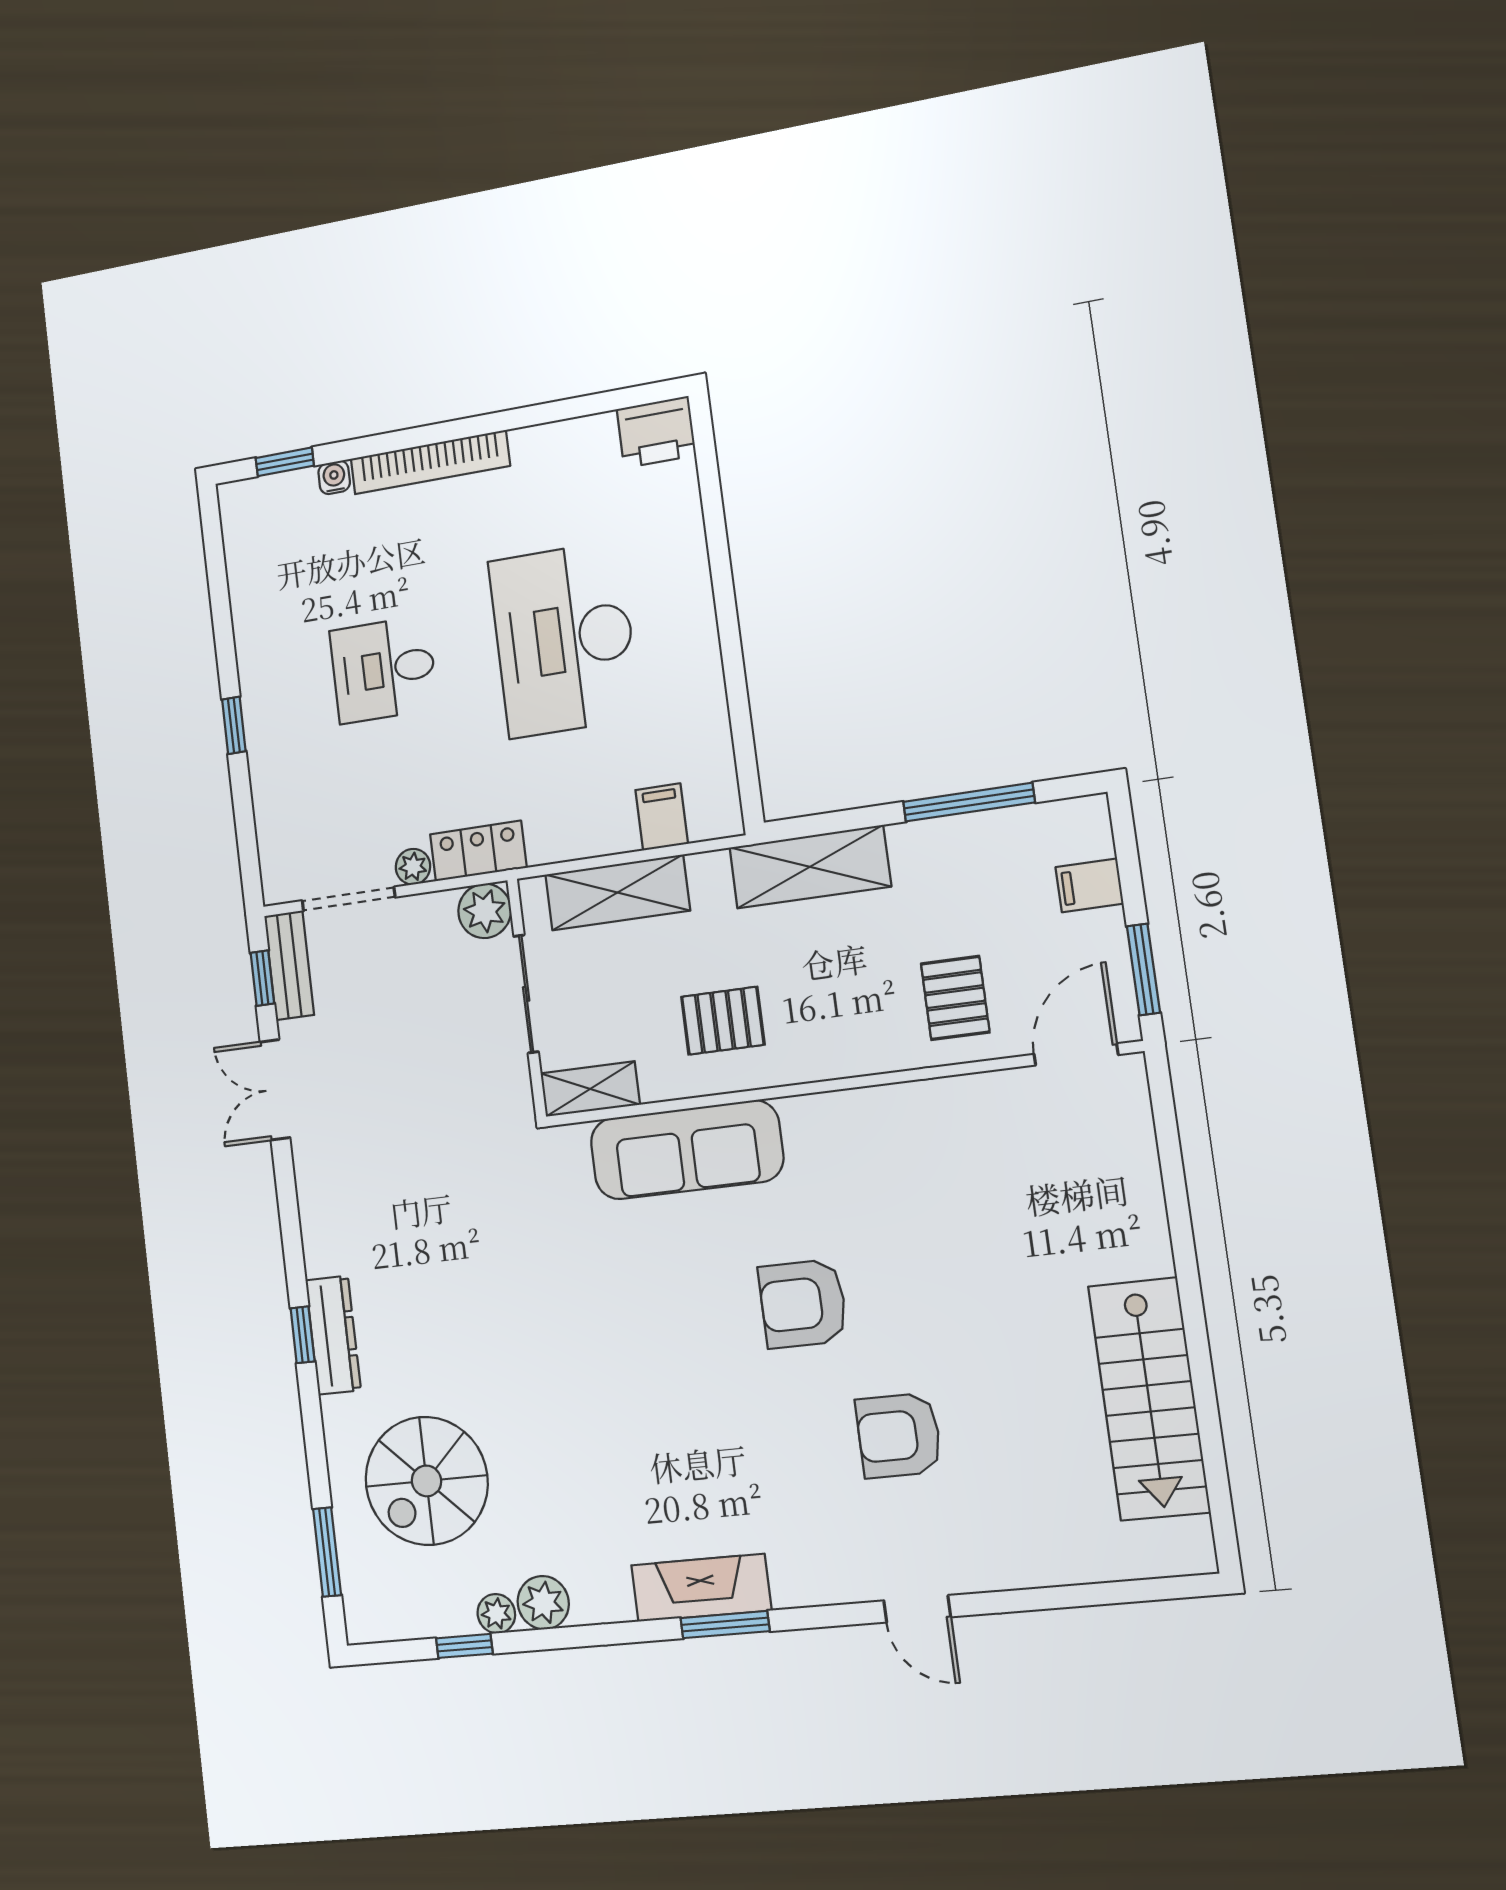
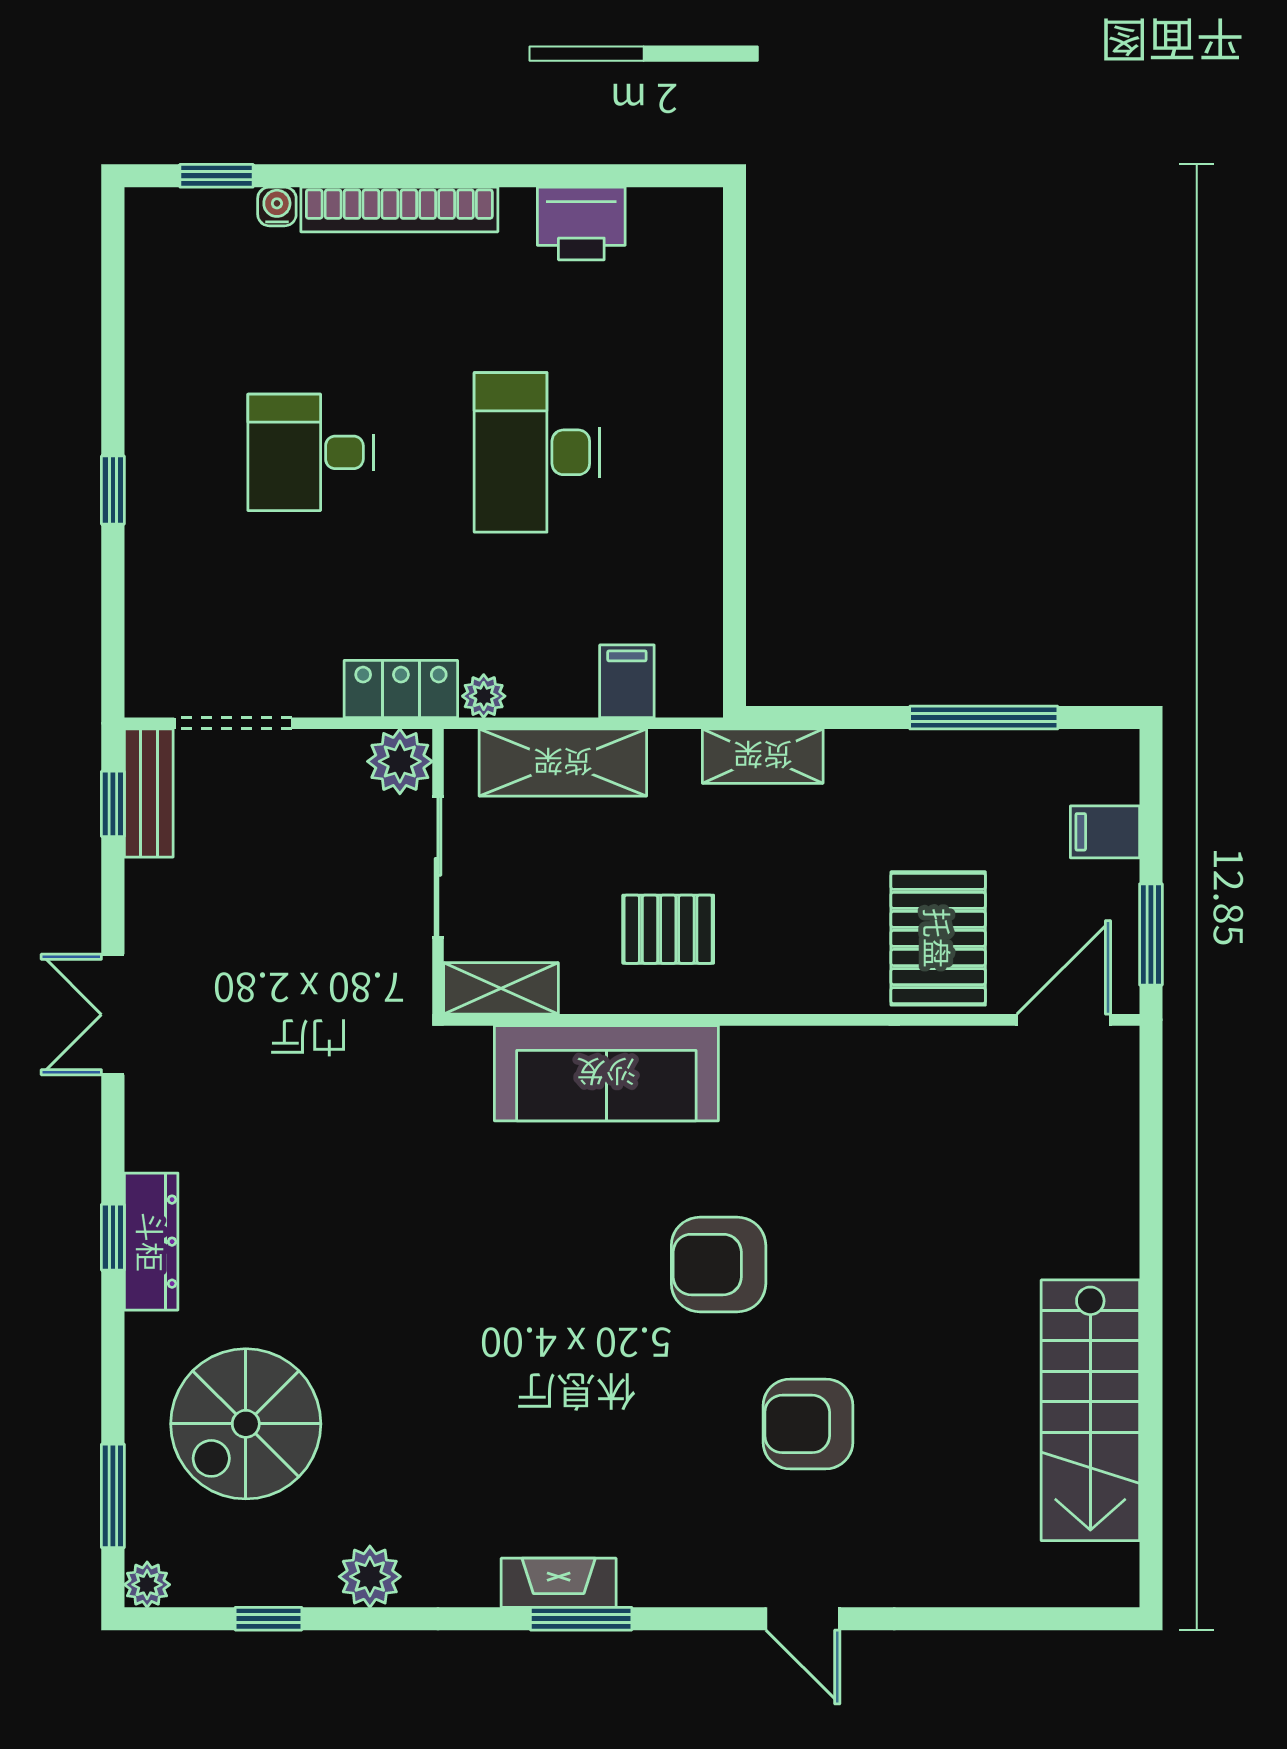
printer: (656, 432) -> (581, 223), moved
desk: (564, 639) -> (537, 452), width x0.73, depth x0.77
plant: (413, 867) -> (484, 696), moved
shelving: (810, 867) -> (763, 756), width x0.67, depth x0.75
pallet: (955, 998) -> (938, 938), width x1.50, depth x1.42
double door: (275, 1090) -> (113, 1015), moved
fireplace: (701, 1588) -> (559, 1583), width x0.73, depth x0.76
plant: (496, 1614) -> (147, 1585), moved

